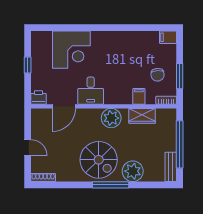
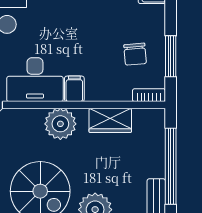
desk: (91, 91) -> (35, 80), width x1.37
filing cabinet: (139, 96) -> (74, 89), moved

